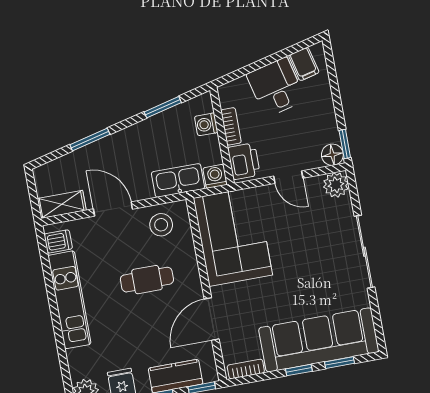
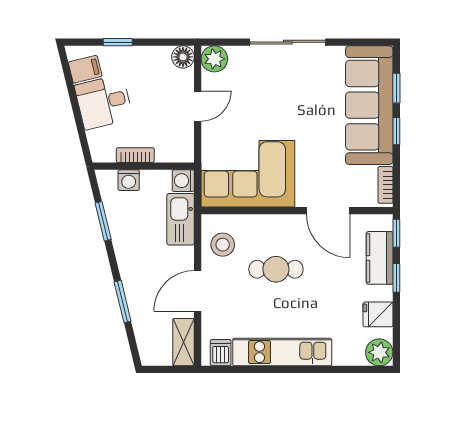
window: (345, 144) -> (118, 42), moved
printer: (244, 161) -> (173, 148), removed
cafe table: (147, 280) -> (276, 269), turned 90

